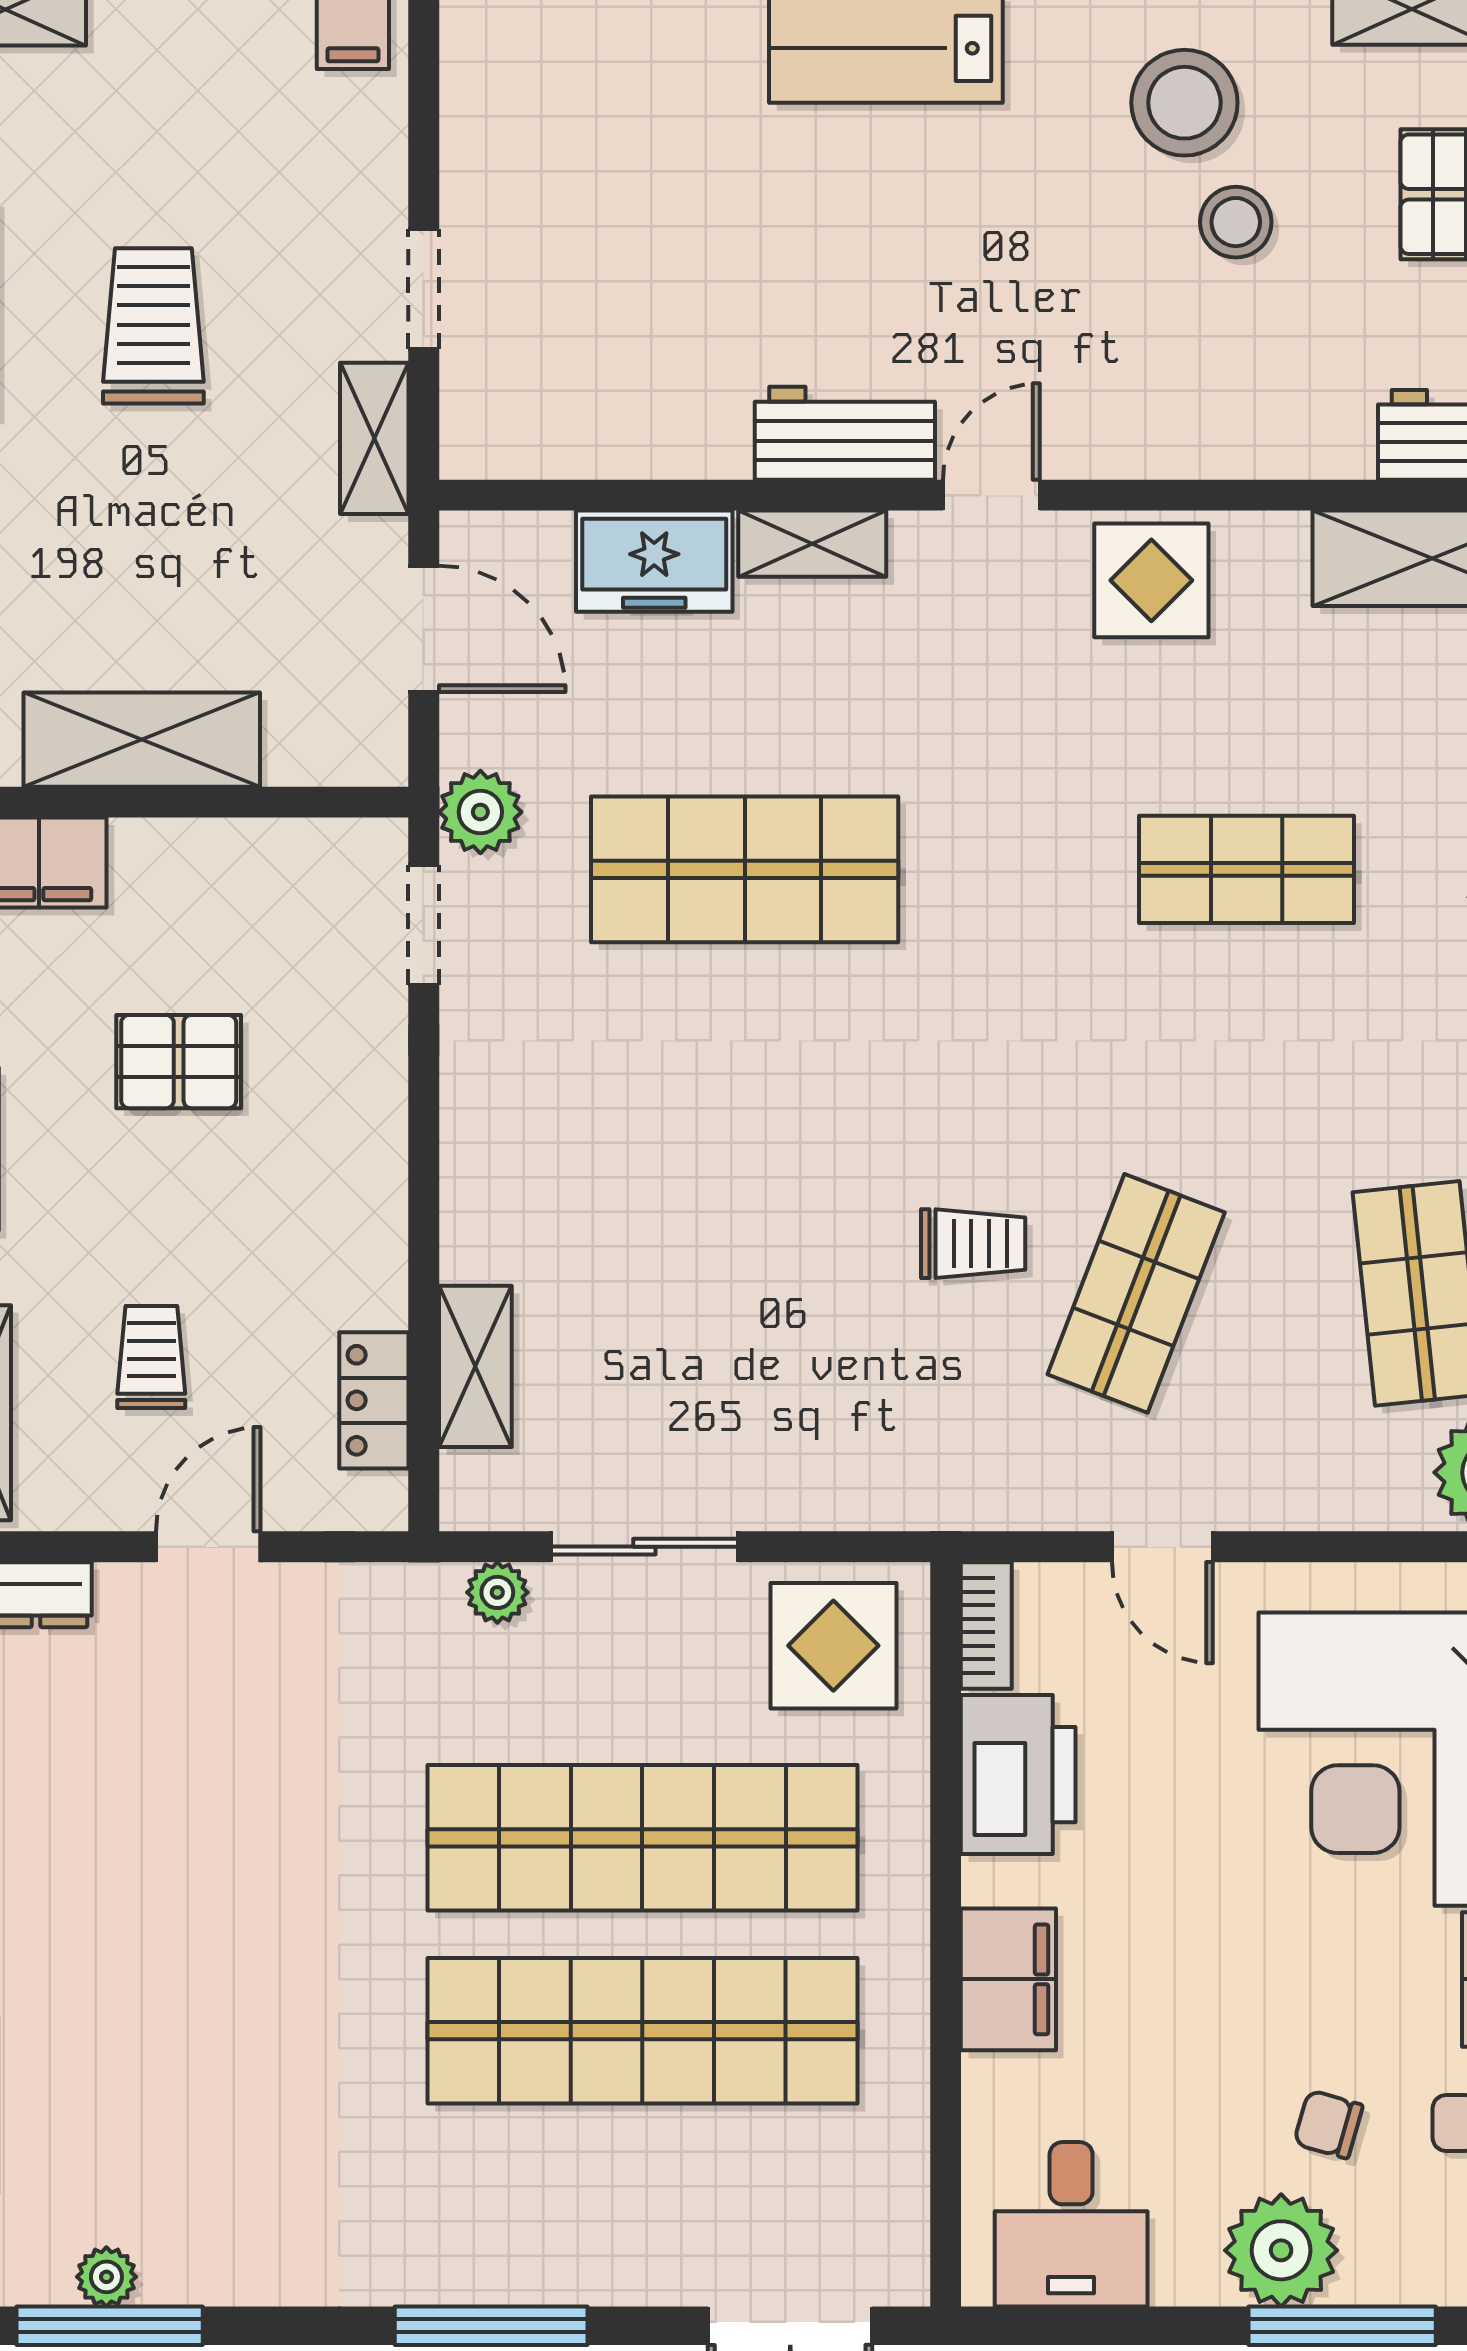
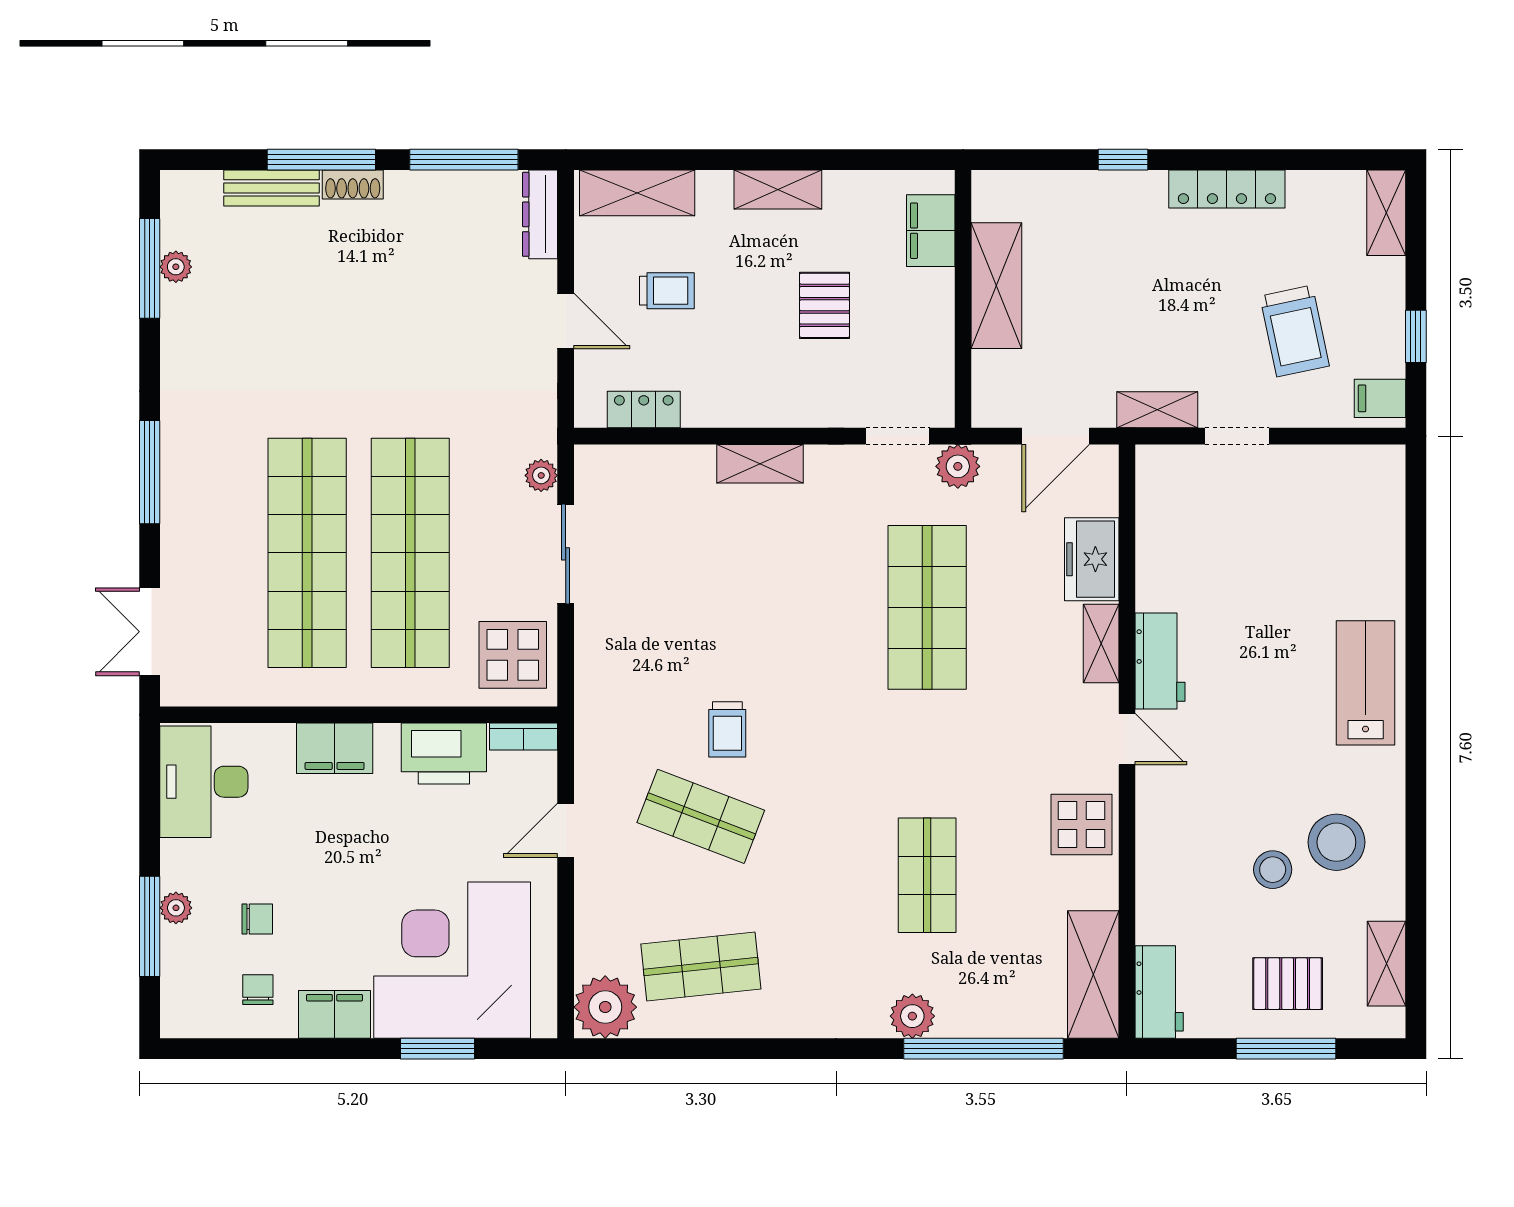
trolley: (153, 326) -> (1295, 331), moved, turned 78
shelving: (475, 1366) -> (760, 464), moved
chair: (1328, 2124) -> (257, 919), turned 74
desk: (1071, 2224) -> (204, 782), width x1.37
plant: (1281, 2250) -> (176, 908), width x0.53, depth x0.53

